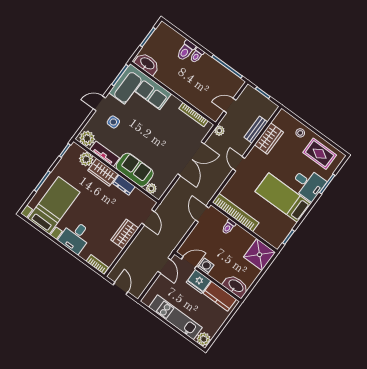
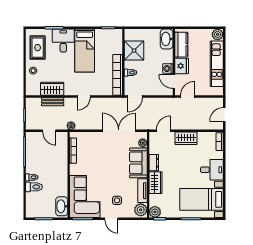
plant: (86, 159) -> (155, 212), moved
double door: (191, 159) -> (119, 131), moved
shower: (259, 255) -> (134, 50), moved

